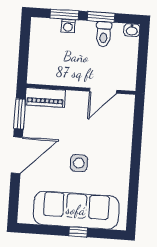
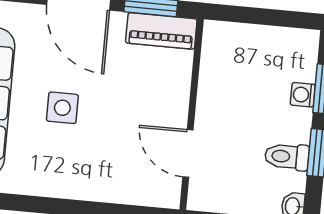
piano: (45, 98) -> (161, 31), moved, turned -90

